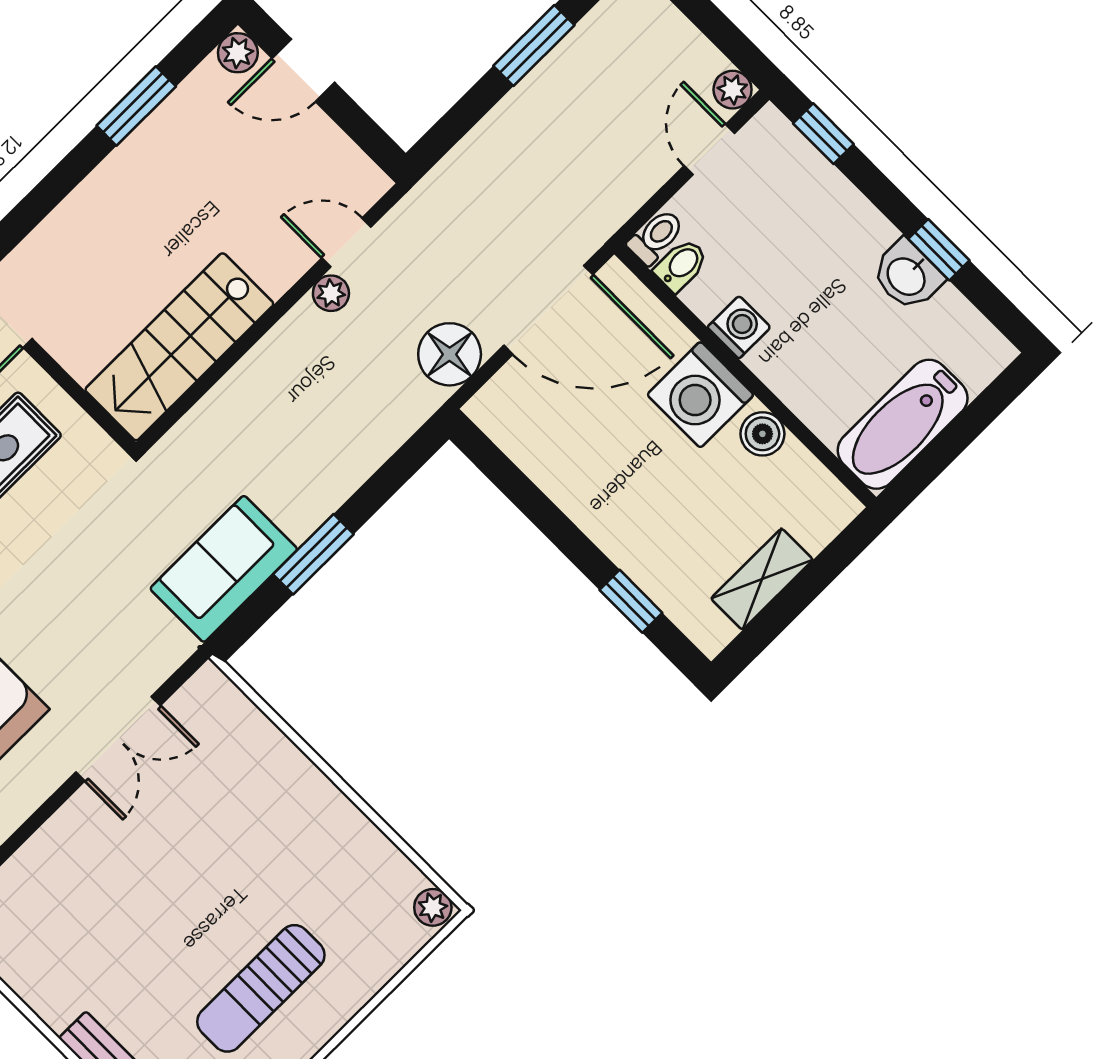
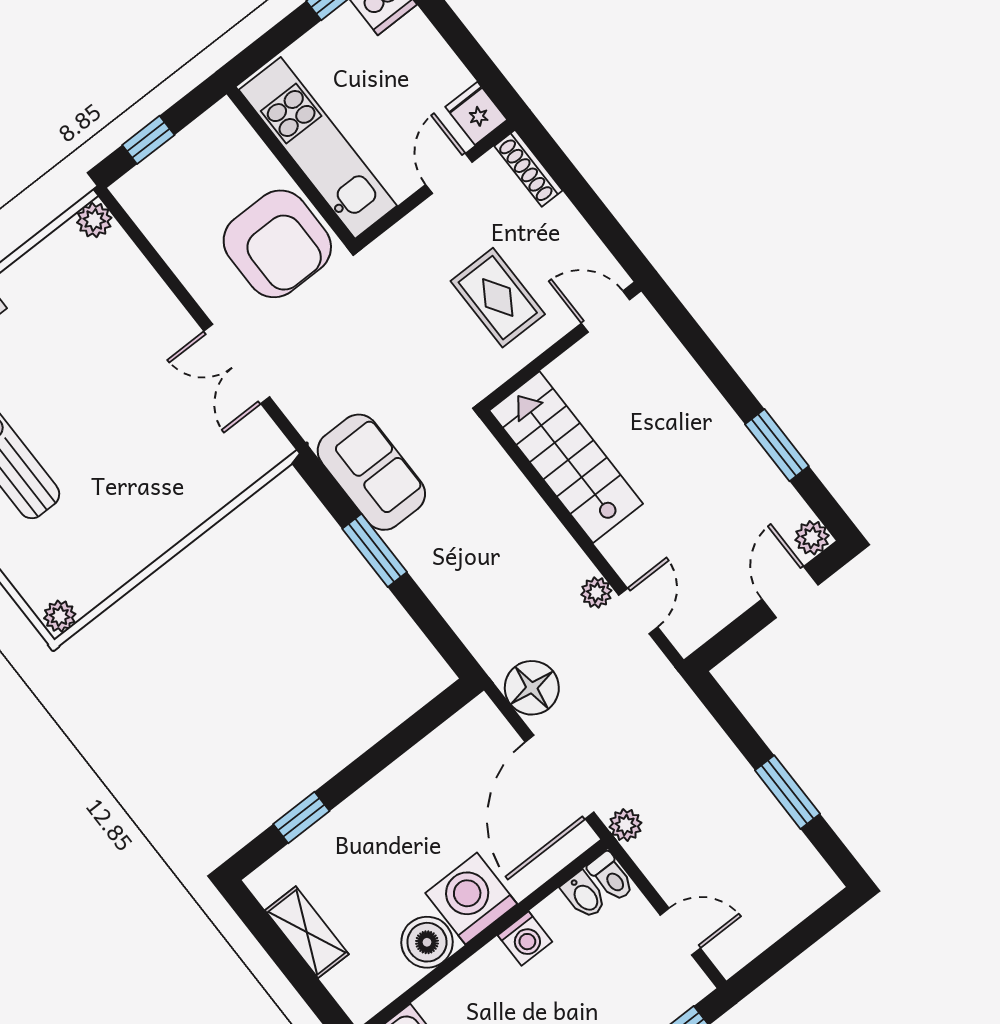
plant: (733, 90) -> (625, 825), moved
boiler: (762, 434) -> (427, 942), width x1.36, depth x1.36

